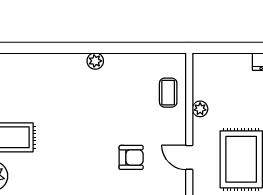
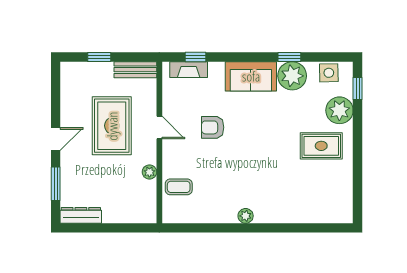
coffee table: (168, 93) -> (179, 187), turned 90

